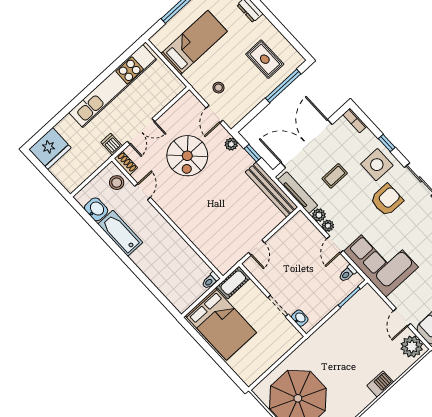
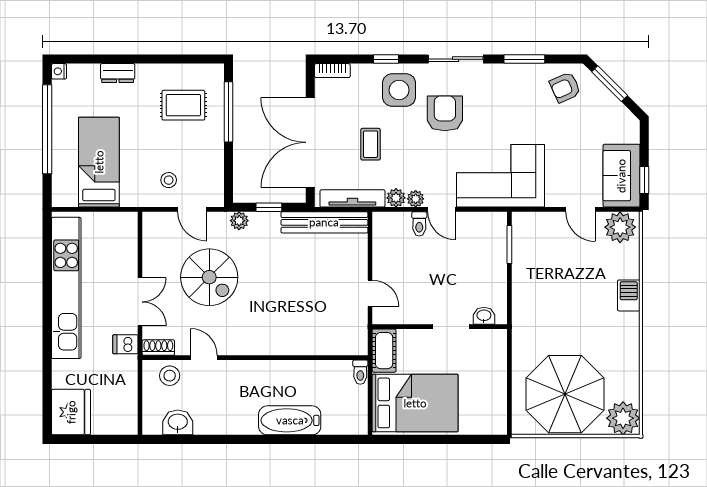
bathtub: (120, 233) -> (290, 420), moved
toilet: (348, 273) -> (419, 224), moved

